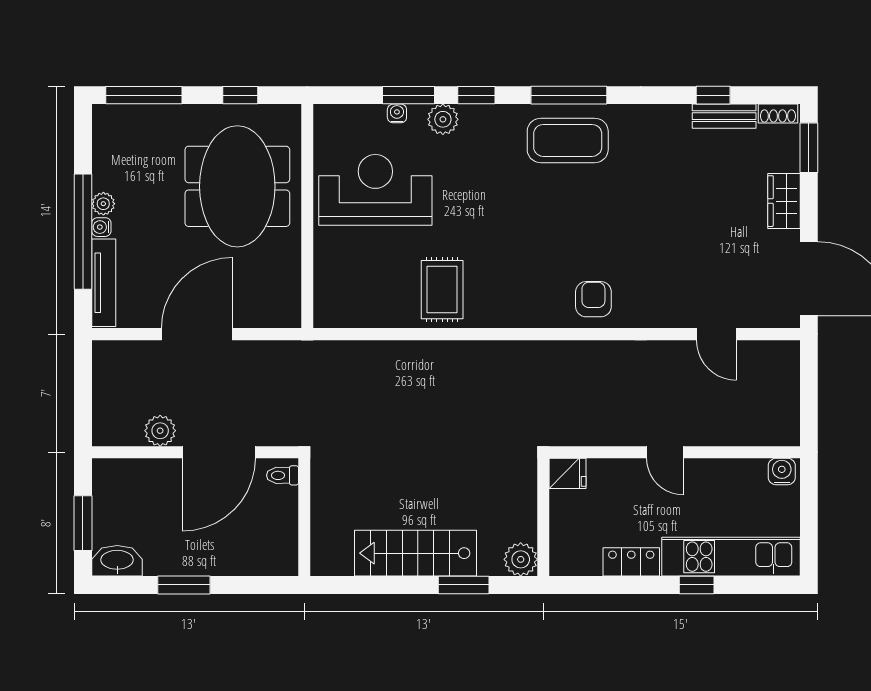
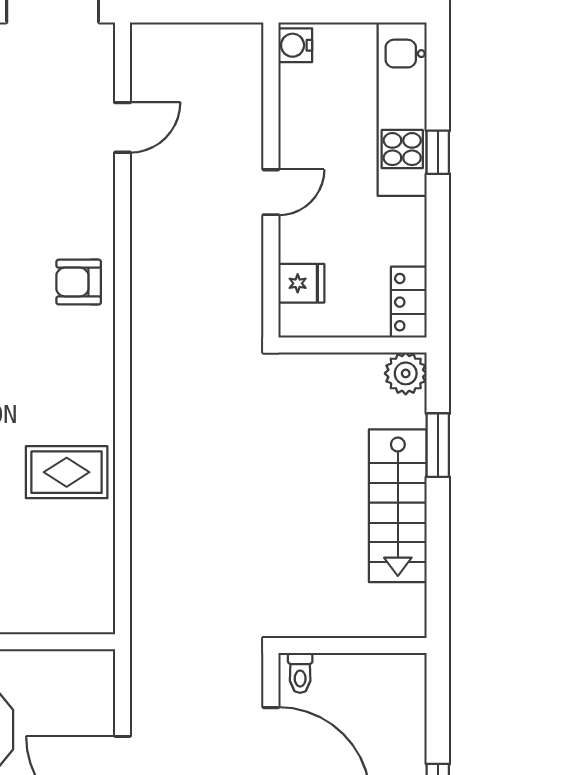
fridge: (567, 473) -> (301, 283), moved, turned 90
locker: (631, 562) -> (409, 302), moved

